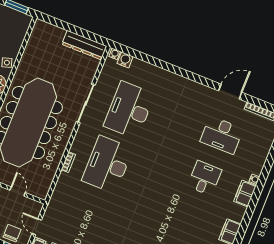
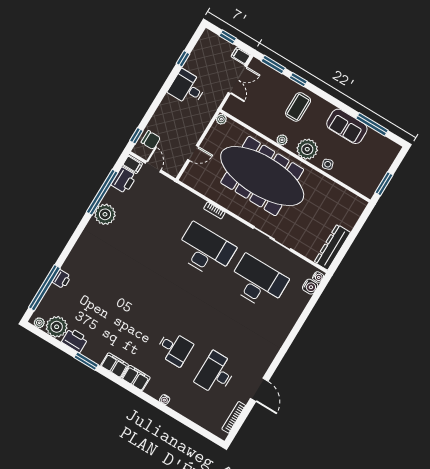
filing cabinet: (245, 193) -> (136, 378), moved
door: (37, 227) -> (153, 167), hinge flipped

